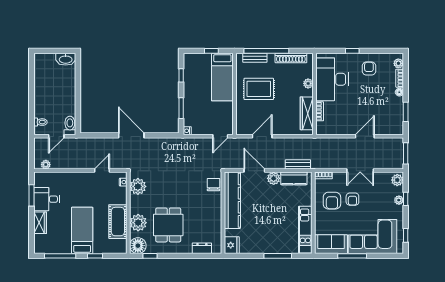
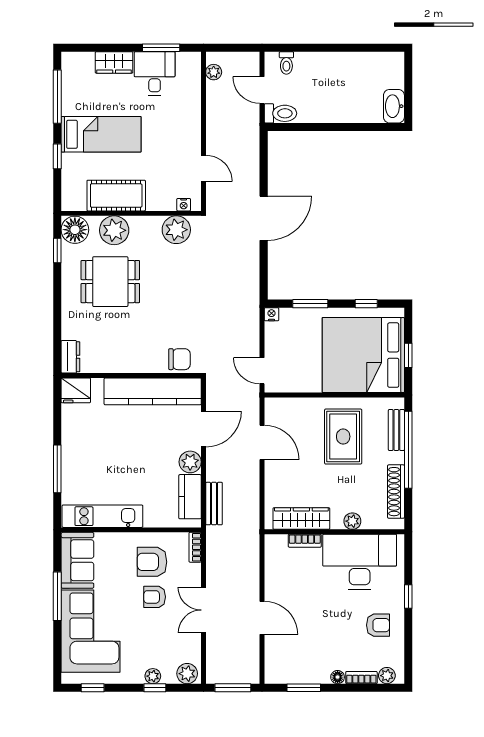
bed: (222, 77) -> (363, 355), width x2.04
dresser: (202, 248) -> (70, 357), moved

